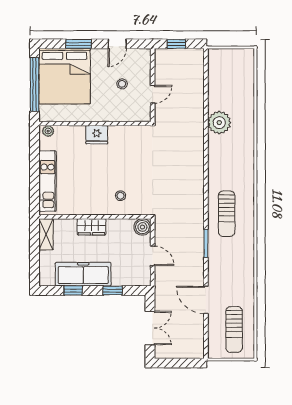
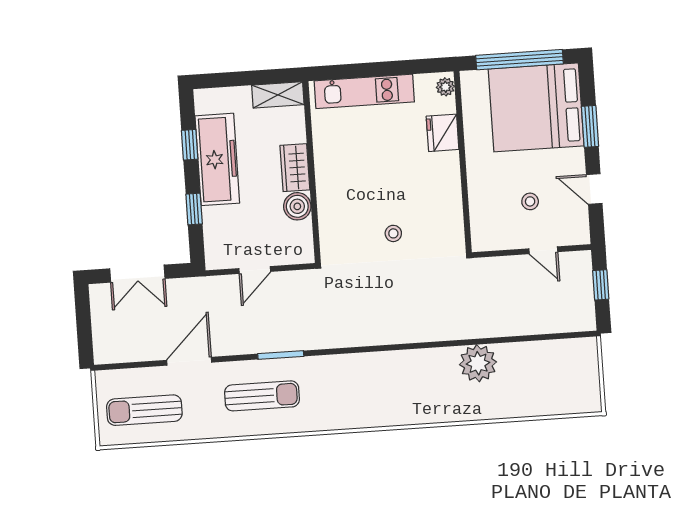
door: (153, 94) -> (543, 250), moved
fridge: (97, 135) -> (443, 133), moved
stool: (120, 196) -> (393, 233), moved
sun lounger: (227, 214) -> (262, 396), moved, turned 180
boiler: (142, 227) -> (297, 206), moved

